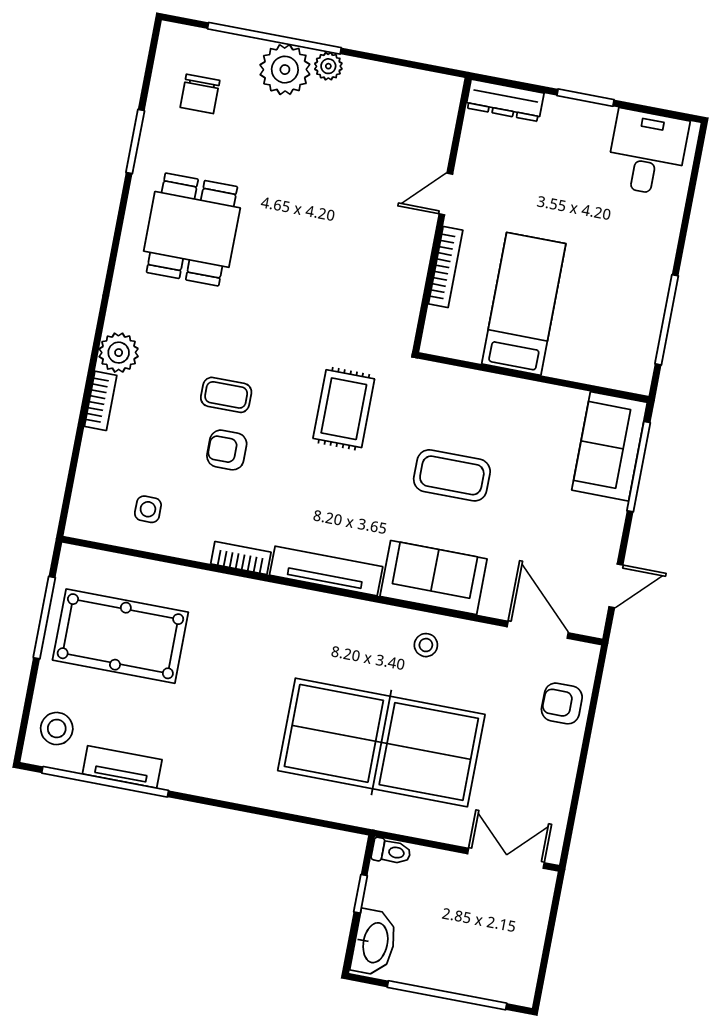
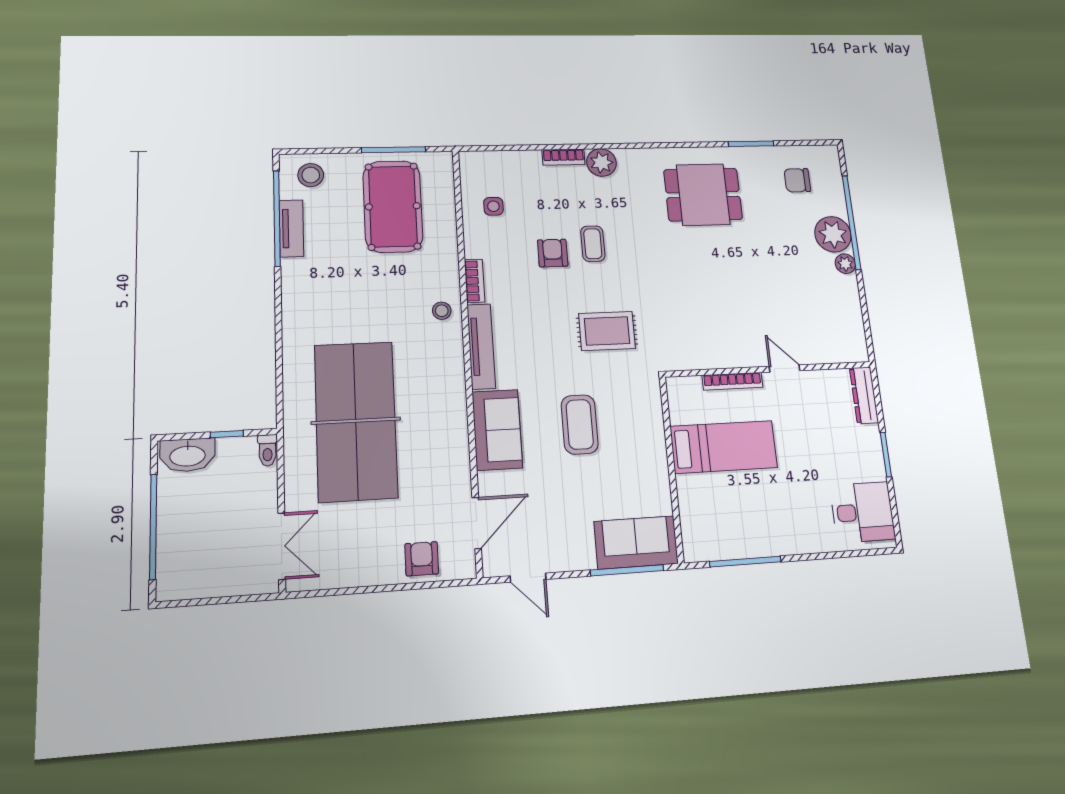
stool: (426, 645) -> (442, 311), moved

